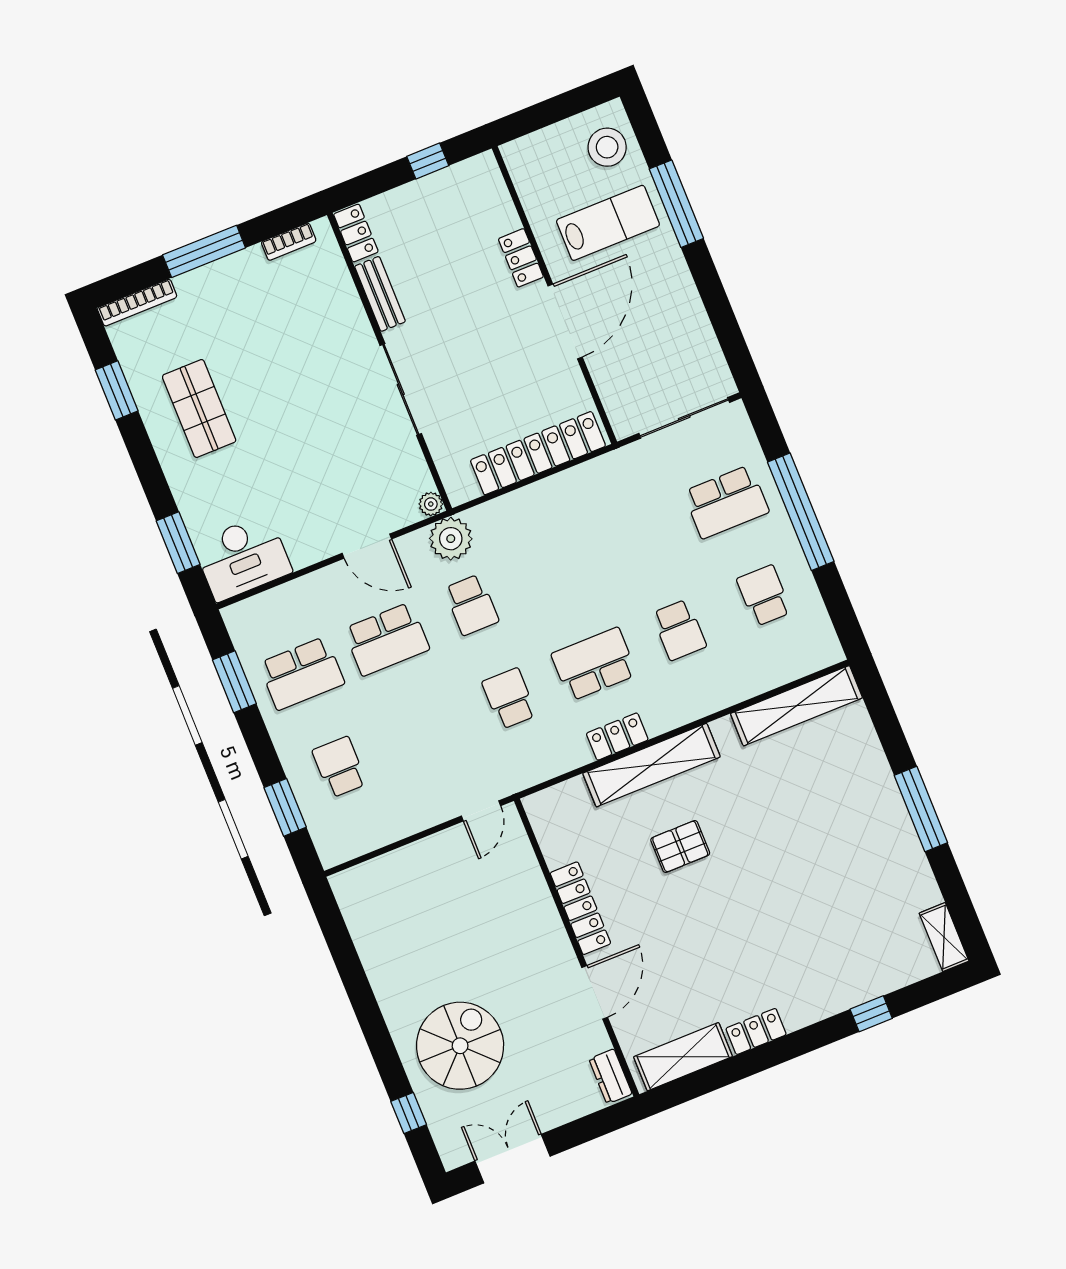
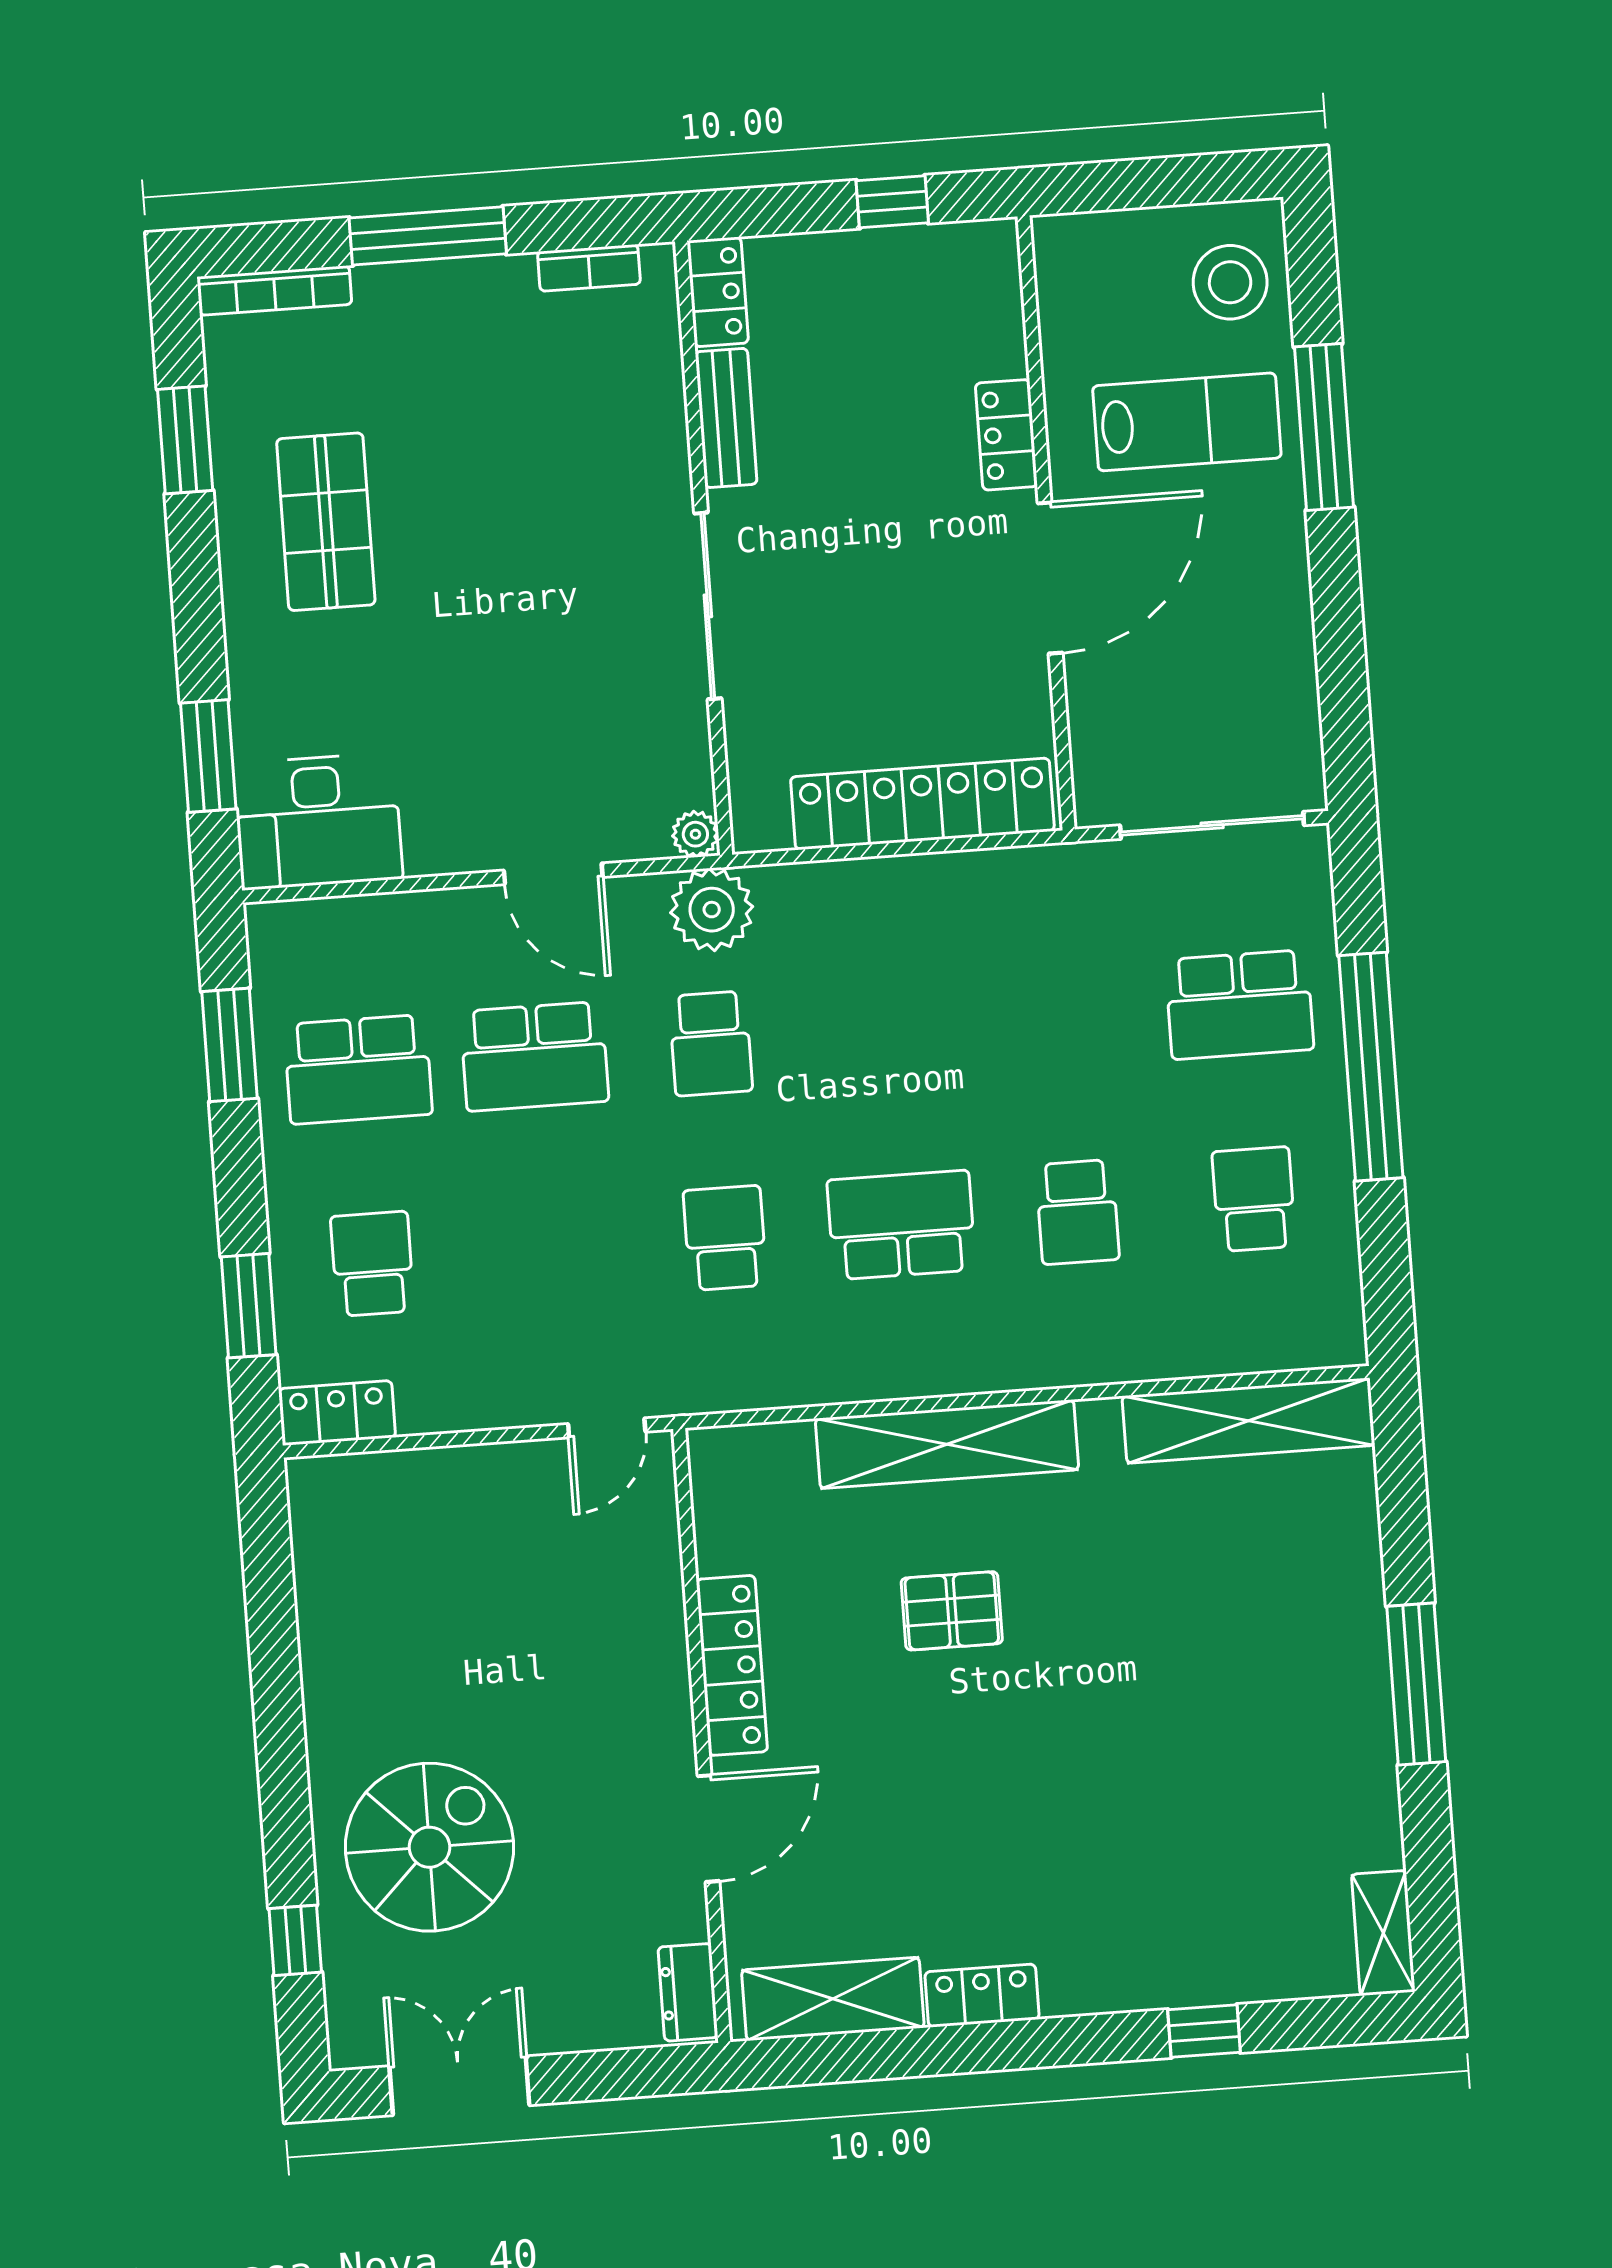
locker: (617, 737) -> (337, 1413), moved

